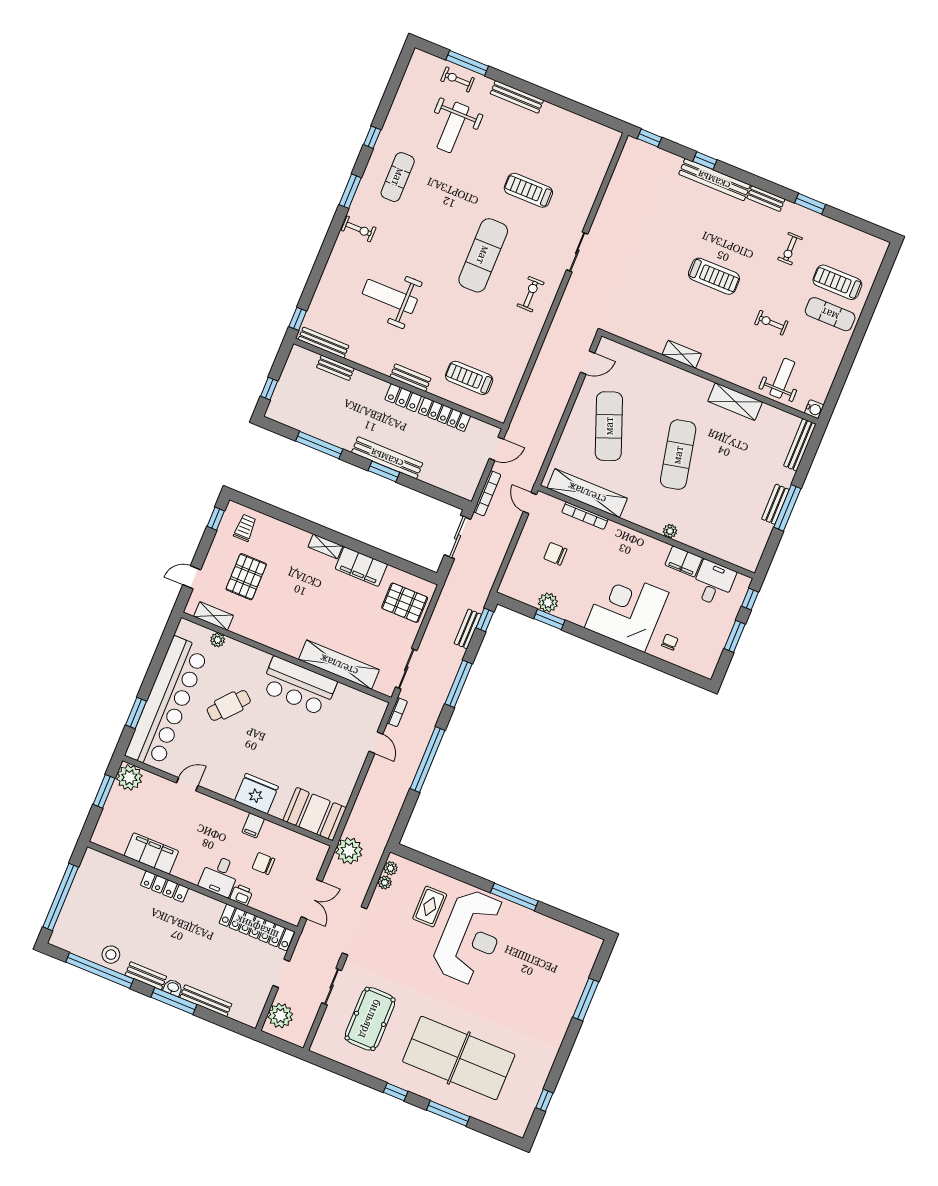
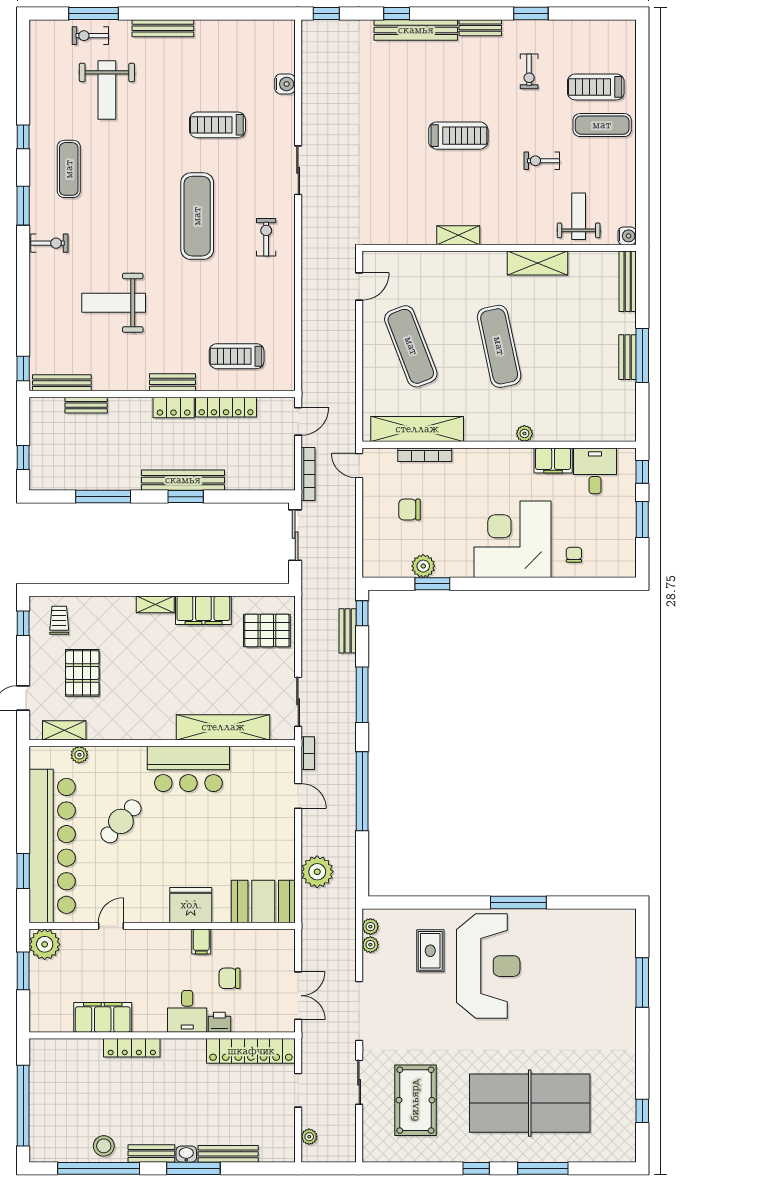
water cooler: (595, 180) -> (285, 84), added
plant: (349, 851) -> (317, 872), moved
plant: (280, 1016) -> (309, 1137), width x0.53, depth x0.53

